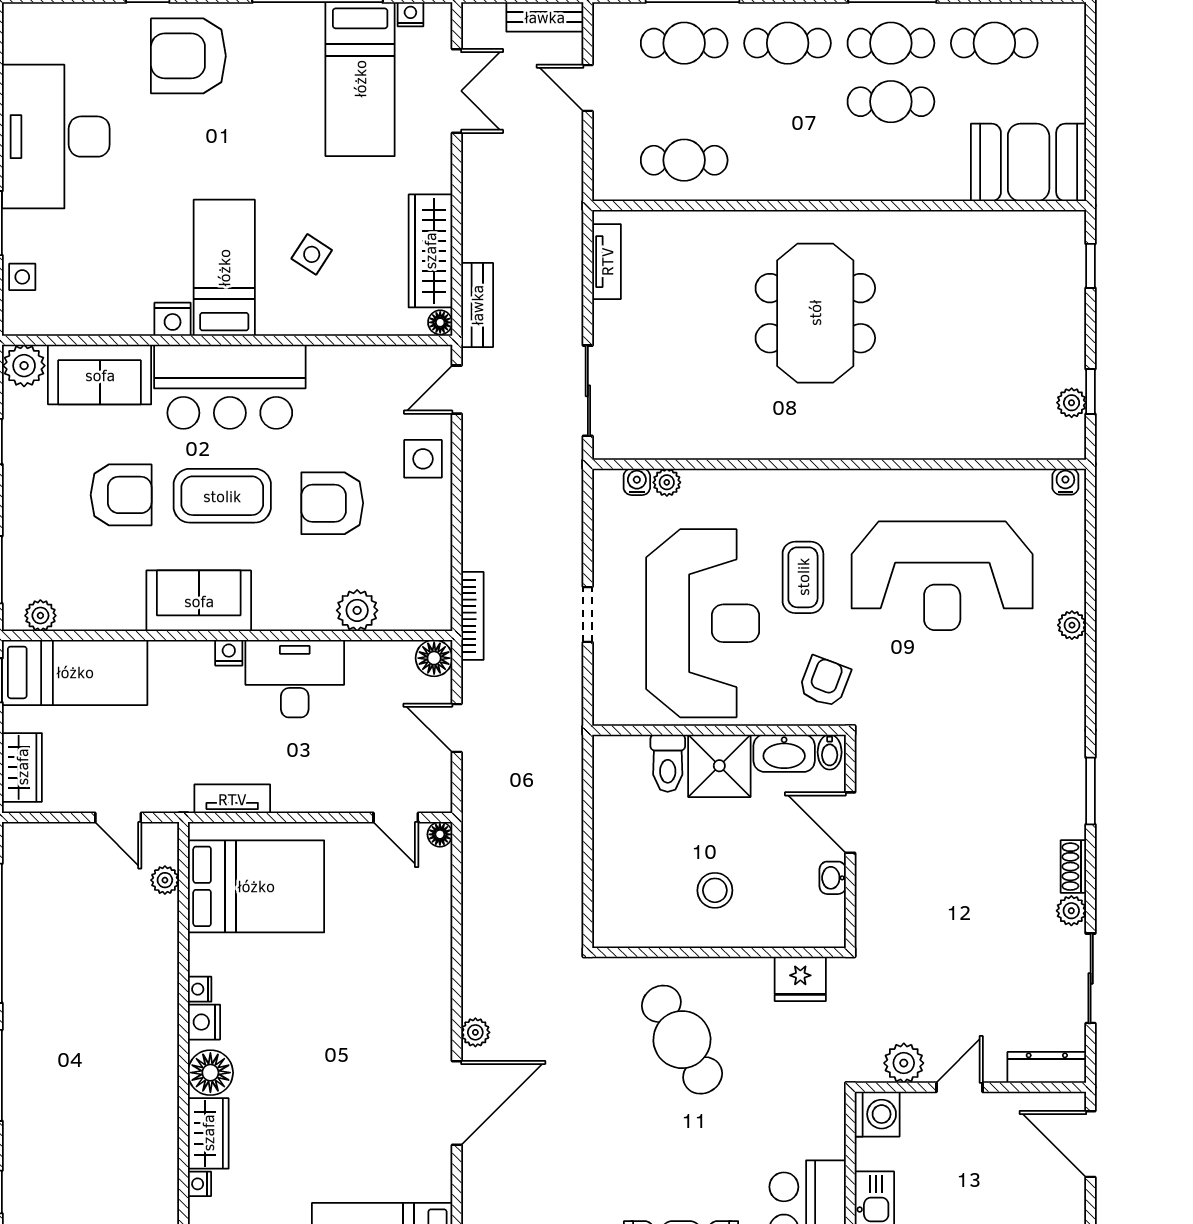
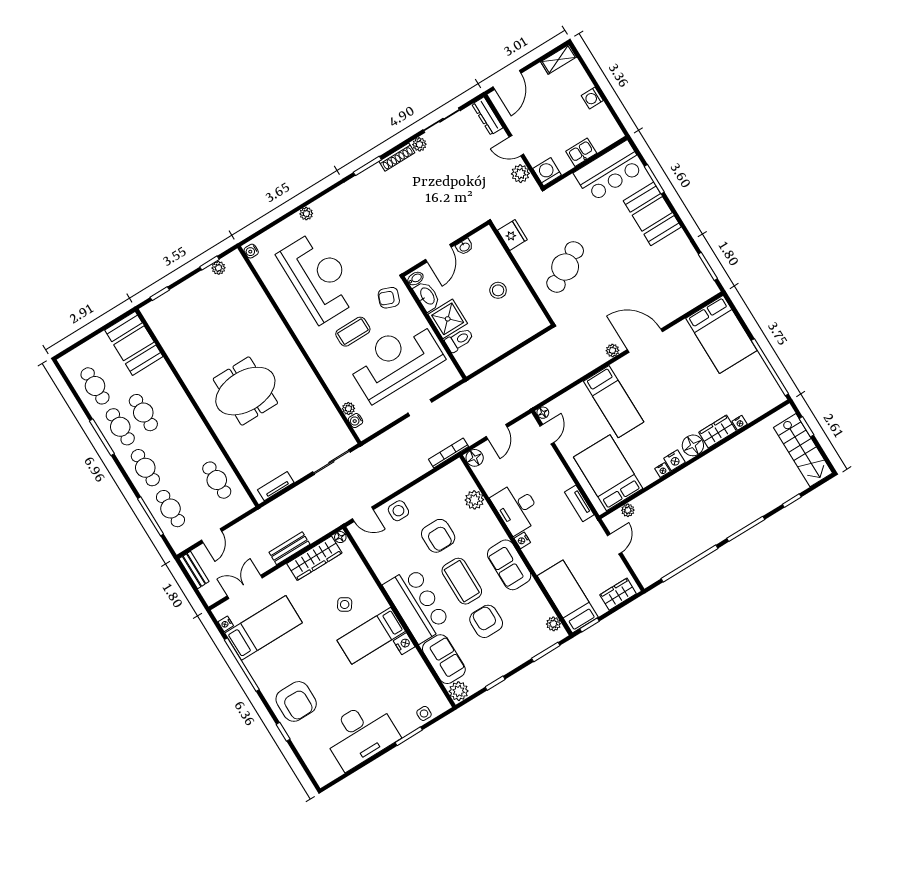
bench: (477, 305) -> (289, 548), moved
shoe rack: (1073, 867) -> (397, 157), width x1.43
bed: (380, 977) -> (614, 402), added

